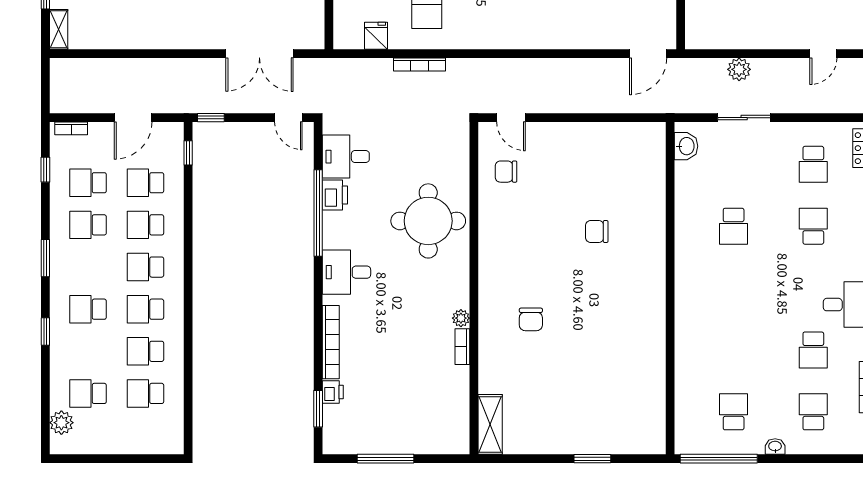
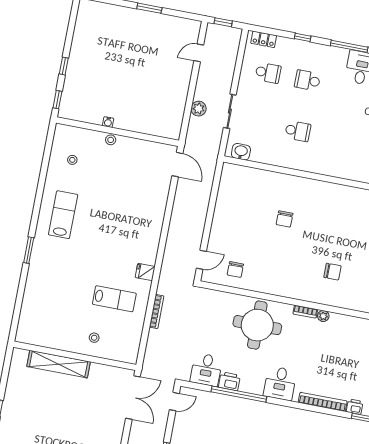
fridge: (376, 36) -> (145, 272), moved
double door: (259, 54) -> (133, 397), moved
door: (823, 54) -> (199, 53), swing flipped
bookcase: (462, 347) -> (305, 312), moved

